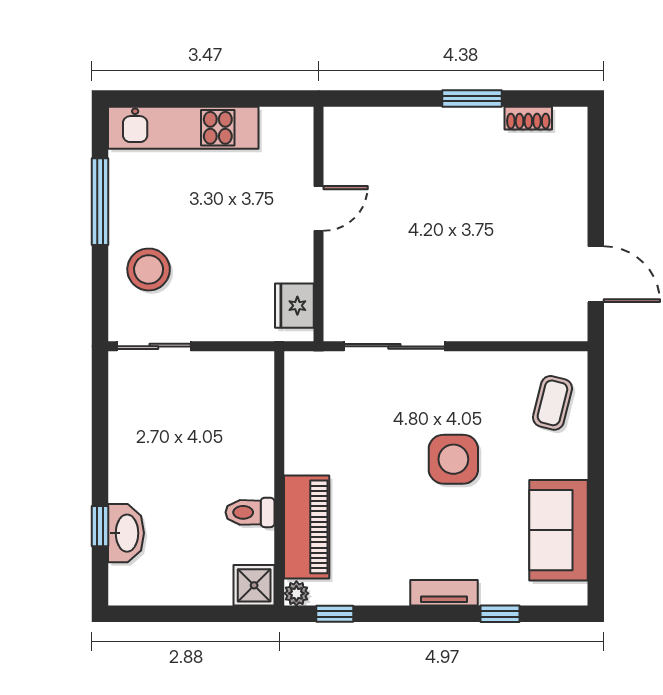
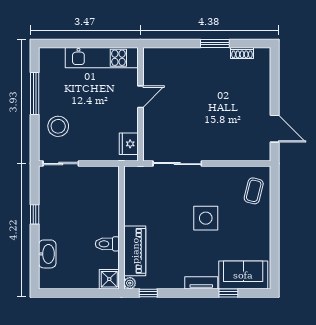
kitchen unit: (183, 128) -> (102, 58), moved
window: (100, 526) -> (35, 214), moved
sofa: (558, 530) -> (243, 275), moved, turned 90

